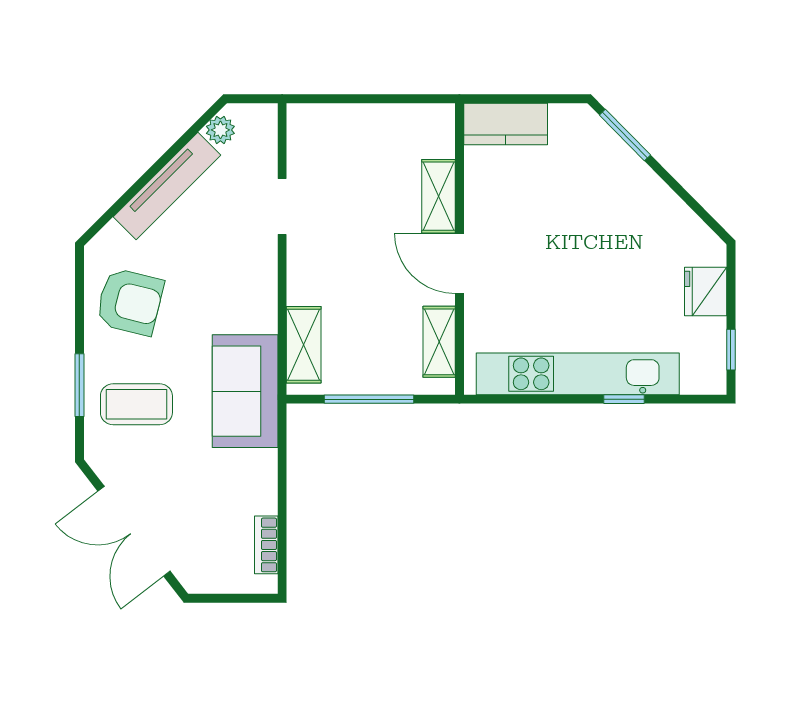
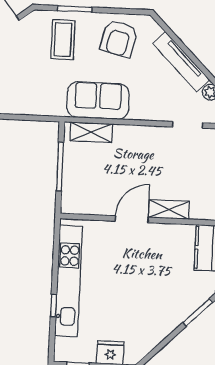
doorway: (282, 206) -> (188, 125), moved
shelving: (439, 342) -> (89, 206), removed
sofa: (245, 391) -> (98, 101), moved

